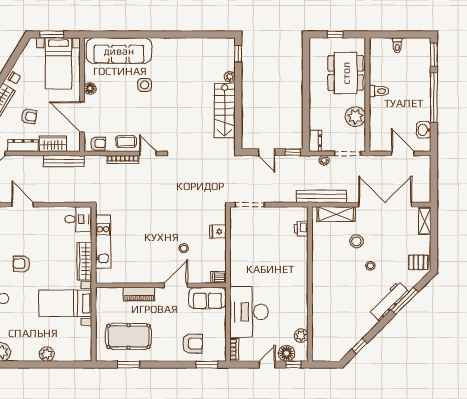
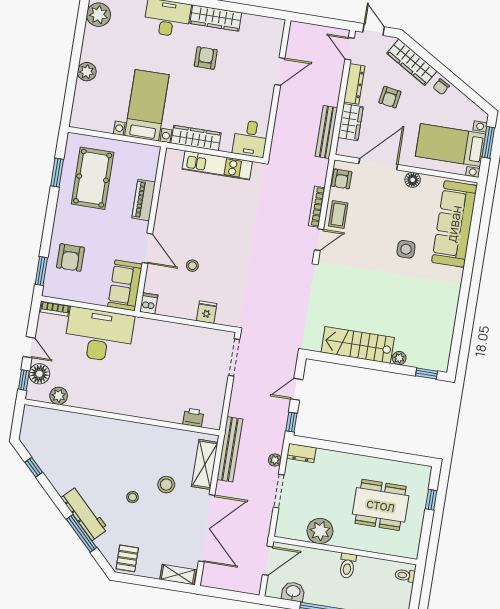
toilet: (379, 91) -> (347, 566), moved
wall: (367, 95) -> (345, 551), moved
plant: (355, 117) -> (320, 531), moved

